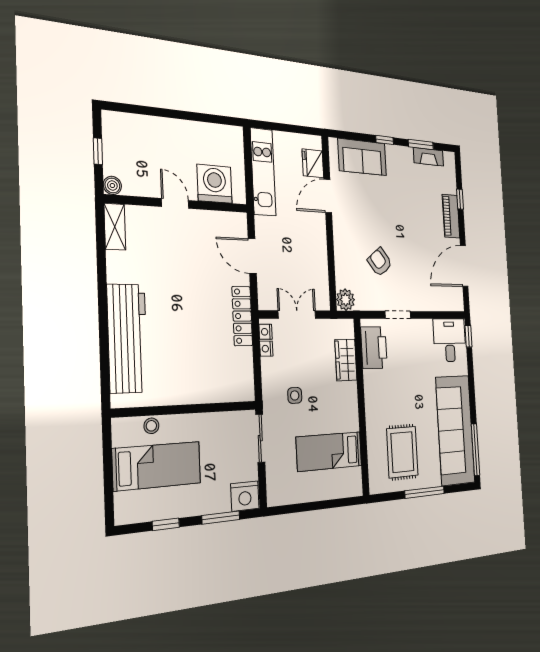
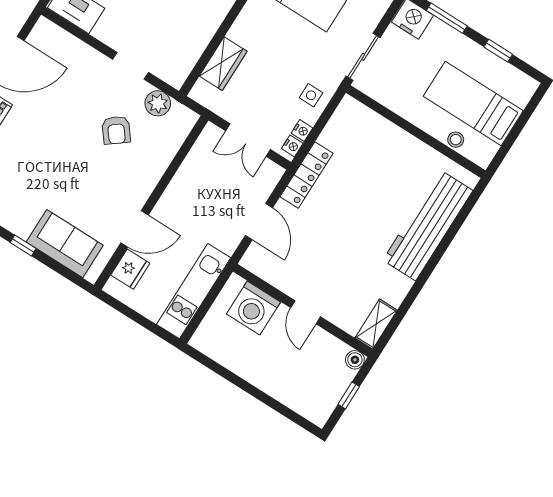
plant: (346, 300) -> (158, 103), moved
printer: (374, 348) -> (182, 53), removed
side table: (295, 395) -> (311, 95), moved

